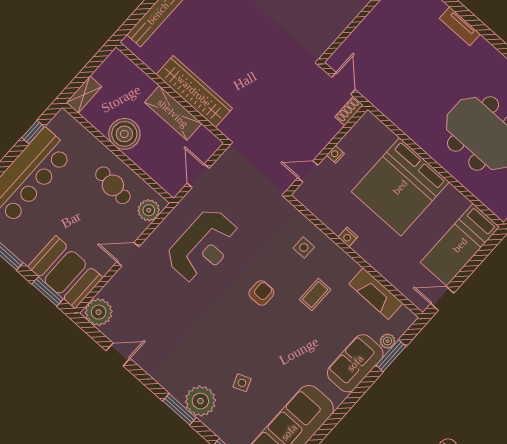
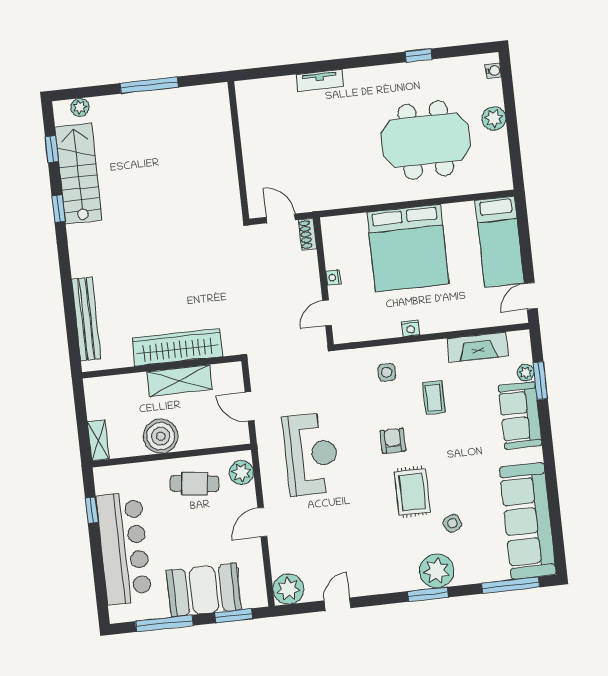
booth: (65, 272) -> (204, 590), moved
rug: (239, 337) -> (412, 492), added

